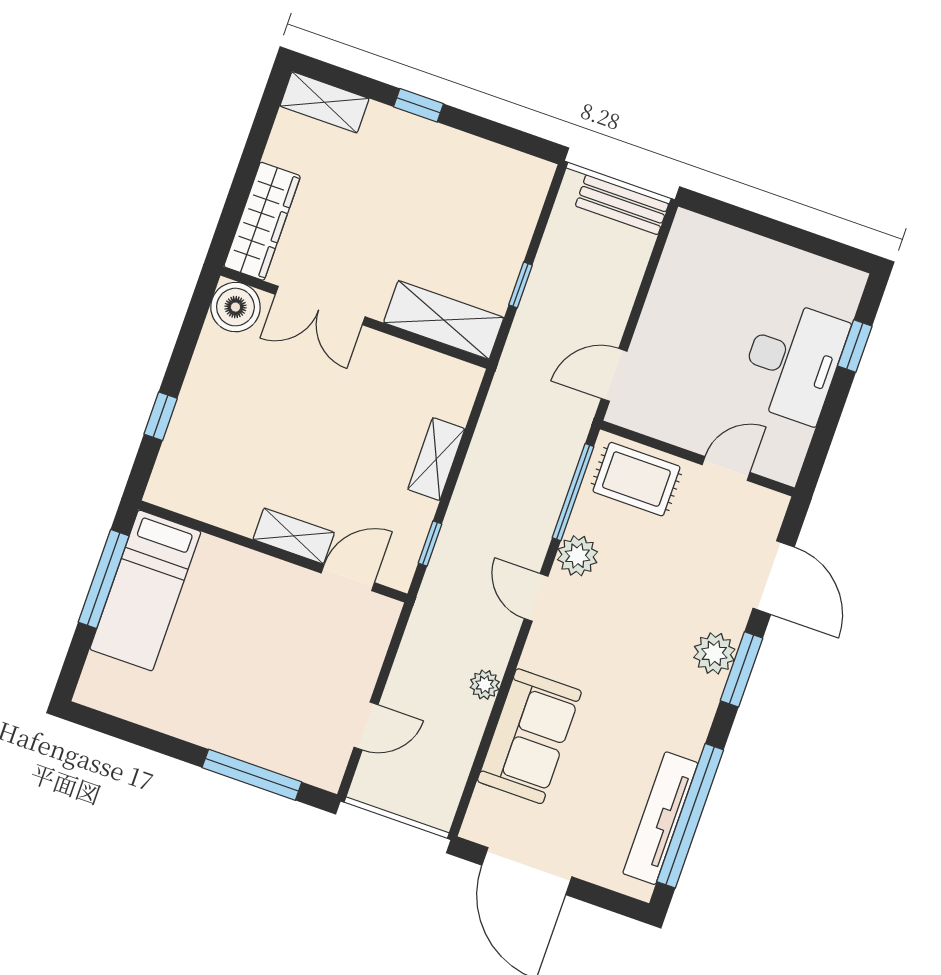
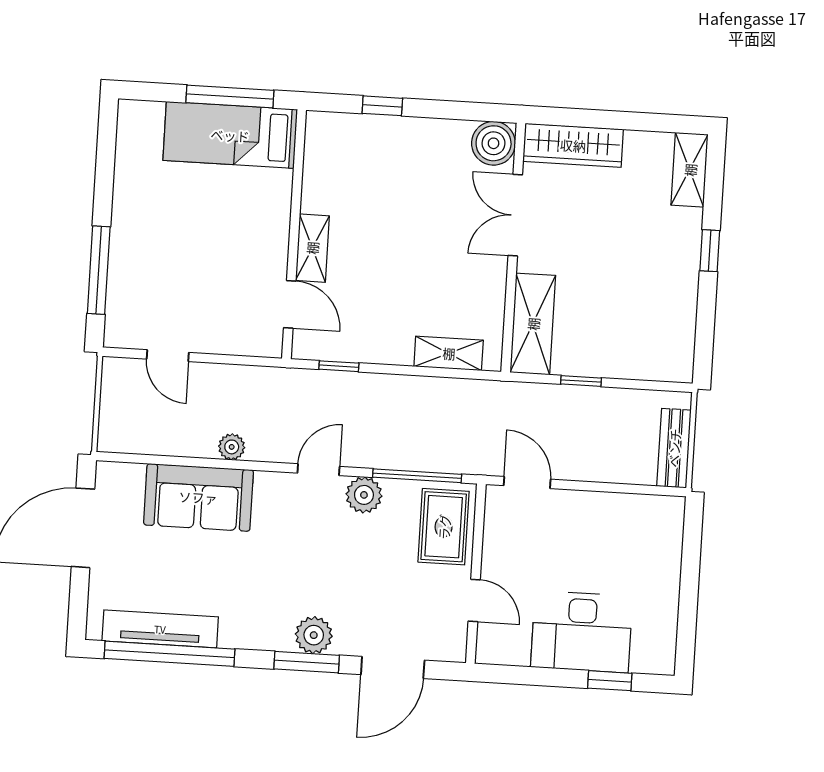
shelving: (436, 459) -> (449, 353), moved

